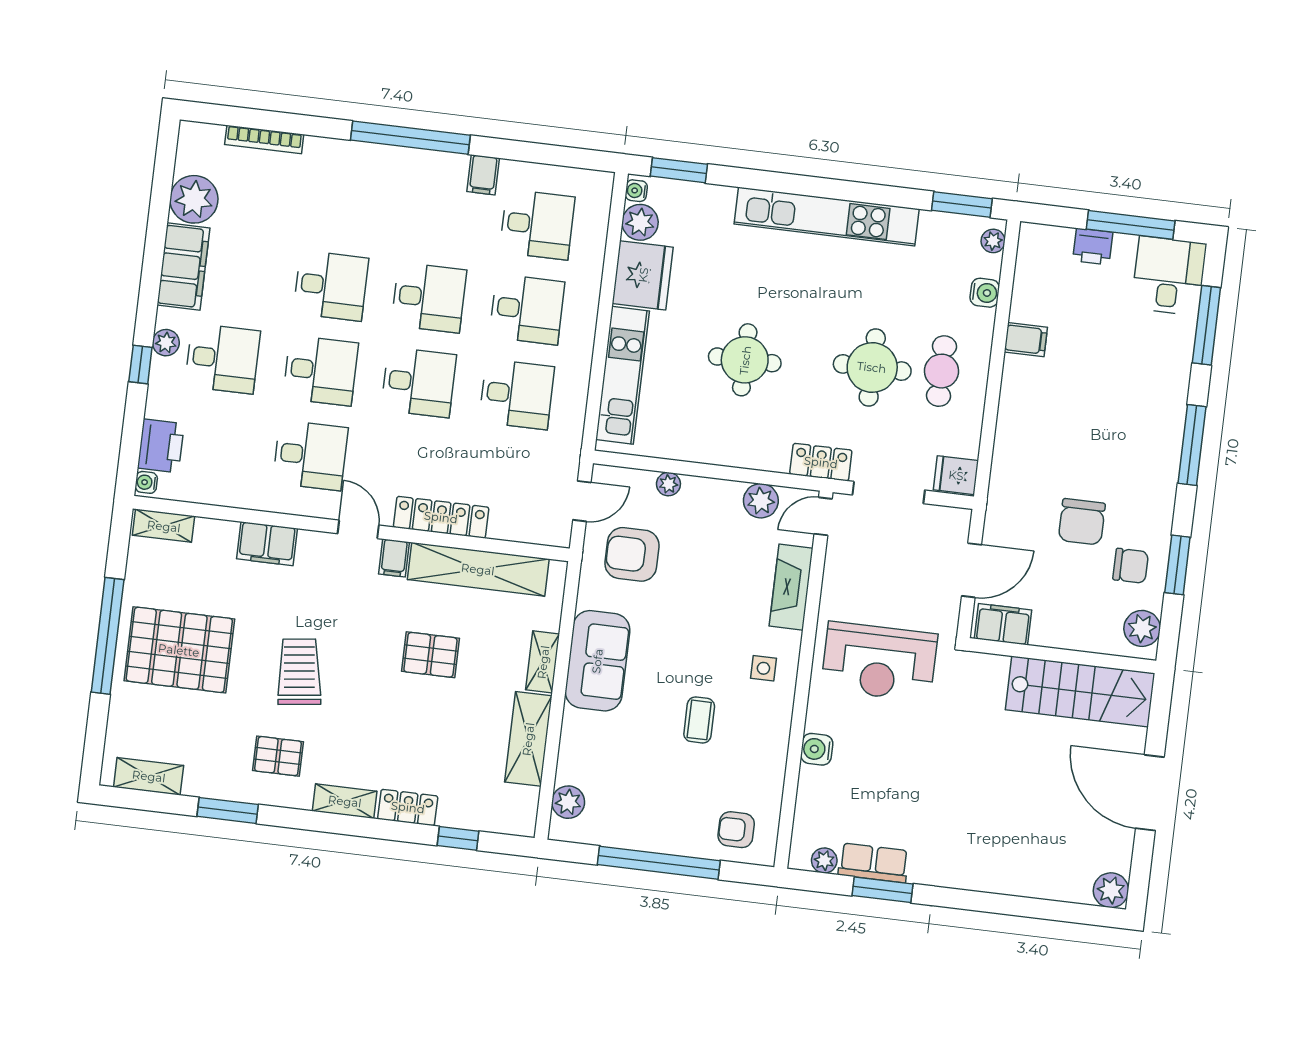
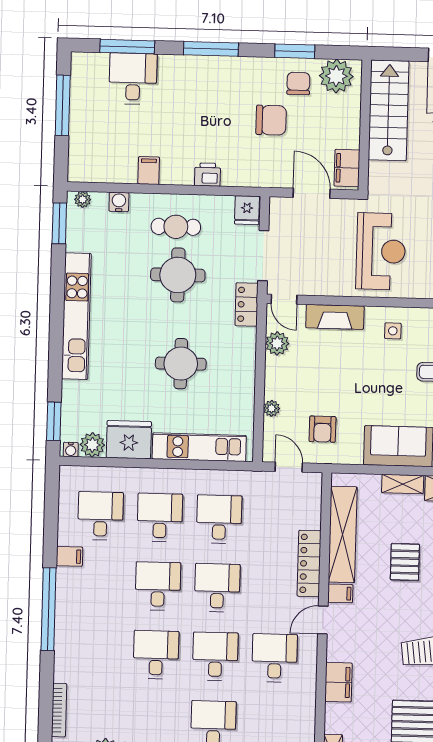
printer: (1093, 247) -> (208, 174), moved, turned -90
desk: (1169, 276) -> (133, 79), moved, turned 90
armchair: (632, 554) -> (322, 429), width x0.72, depth x0.72
plant: (1142, 628) -> (336, 76), width x1.36, depth x1.36

